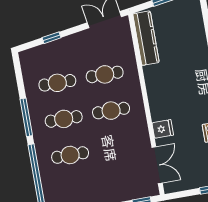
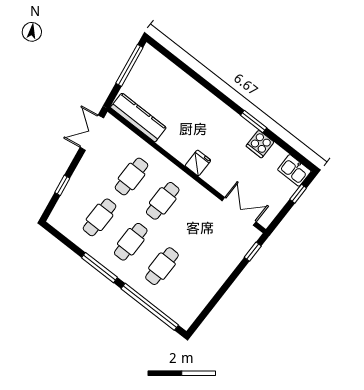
fridge: (163, 129) -> (198, 163), moved

